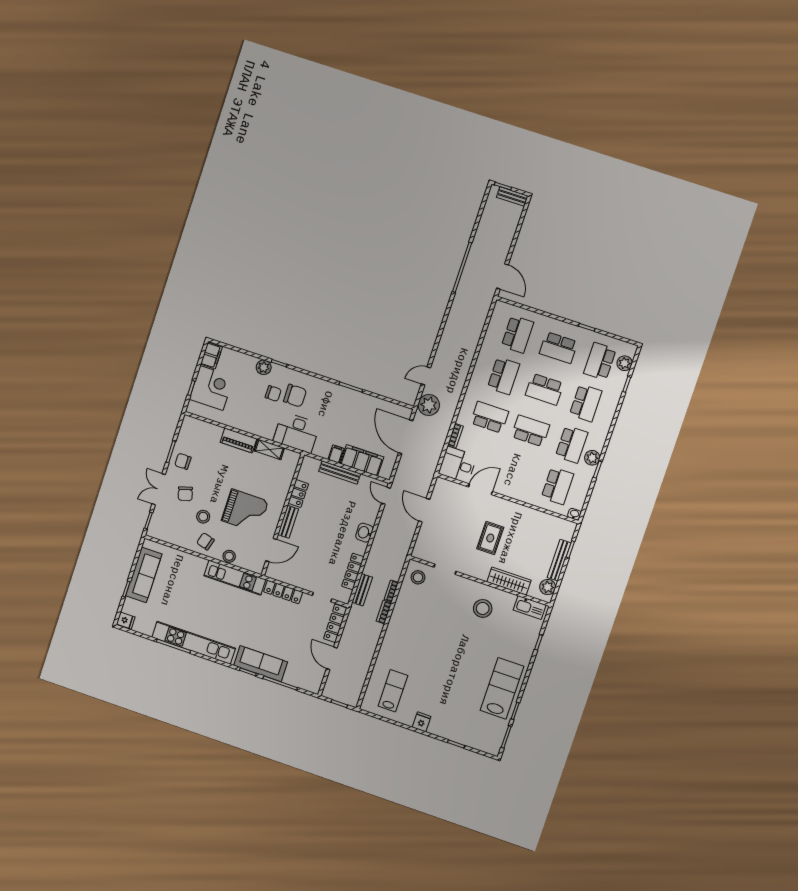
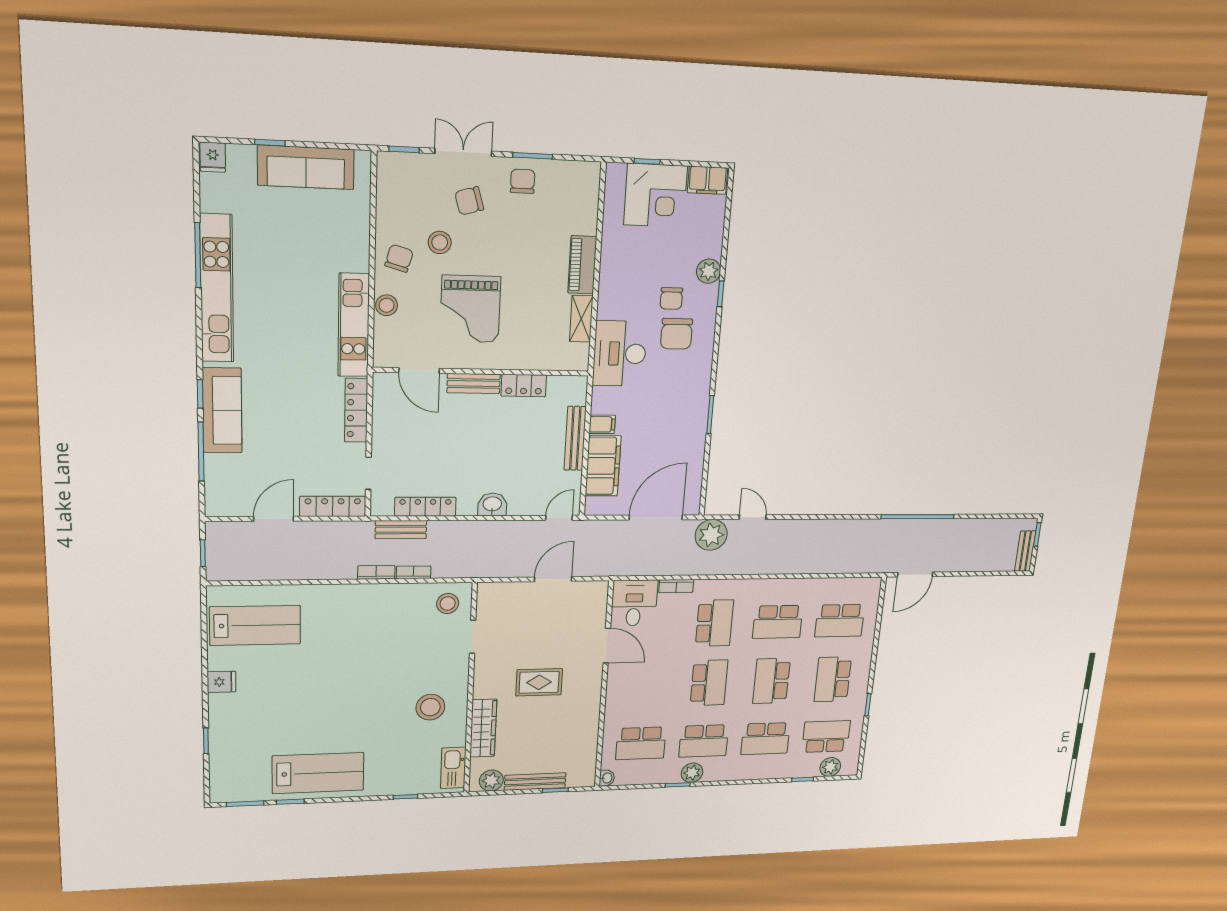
lab bench: (393, 691) -> (255, 625), width x1.36, depth x1.39

